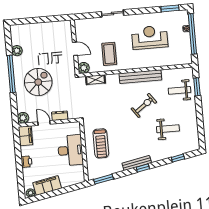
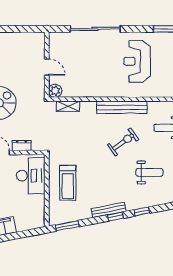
sliding door: (112, 13) -> (95, 29), width x1.86
reception desk: (150, 37) -> (137, 61), turned -90
coffee table: (109, 54) -> (87, 77), removed
desk: (70, 150) -> (31, 176), moved
window: (178, 158) -> (142, 212), moved

